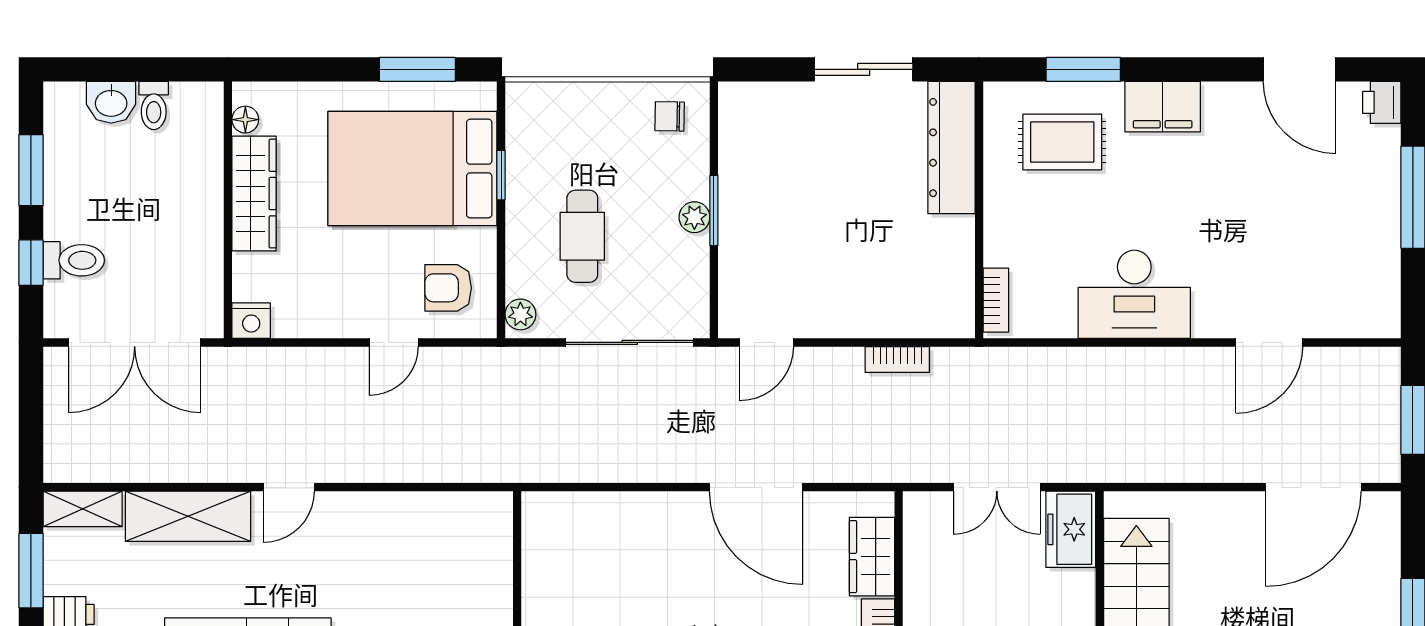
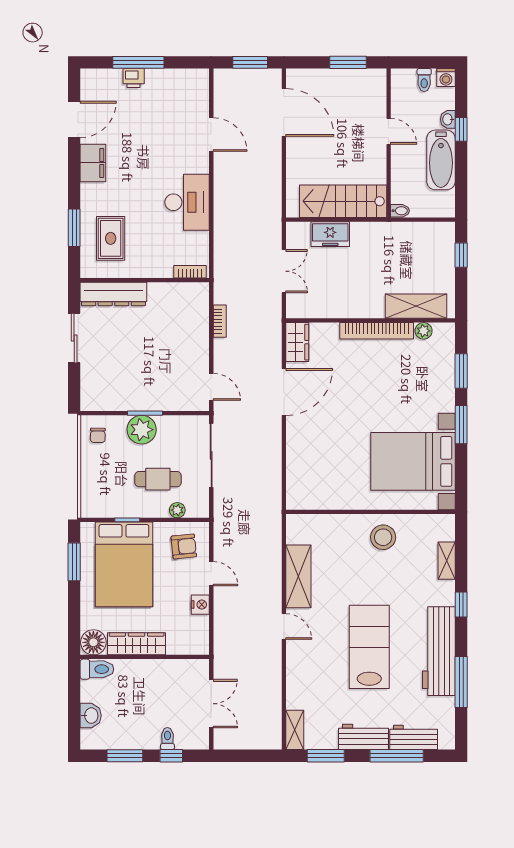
printer: (1382, 102) -> (134, 78), moved
toilet: (154, 105) -> (97, 669), moved, width x1.37, depth x1.39
filing cabinet: (1163, 107) -> (93, 163), moved
floor lamp: (245, 120) -> (93, 642), width x1.89, depth x1.89
plant: (694, 217) -> (142, 430), width x1.88, depth x1.88
toilet: (74, 260) -> (167, 739), width x0.73, depth x0.72
armchair: (448, 288) -> (184, 546), turned -96
plant: (520, 314) -> (177, 510), moved
nightstand: (251, 321) -> (200, 605), moved
double door: (135, 342) -> (211, 704), width x0.73
shelving: (188, 516) -> (298, 576), moved
freezer: (1071, 529) -> (330, 234), moved
wardrobe: (872, 557) -> (297, 342), moved, turned -90

